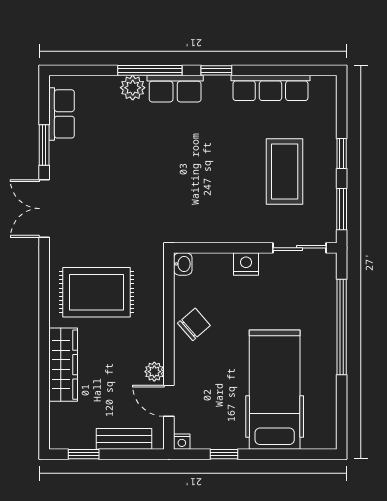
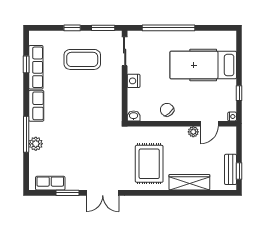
window: (216, 70) -> (26, 64), moved
row of seats: (175, 89) -> (36, 106), moved
bench: (124, 439) -> (231, 169), moved

